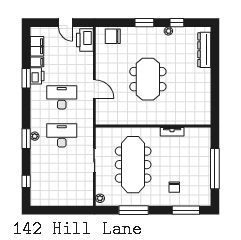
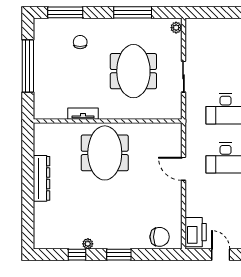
dresser: (204, 50) -> (41, 178), moved
meeting table: (148, 79) -> (105, 153), moved
meeting table: (133, 165) -> (133, 71), width x0.73

